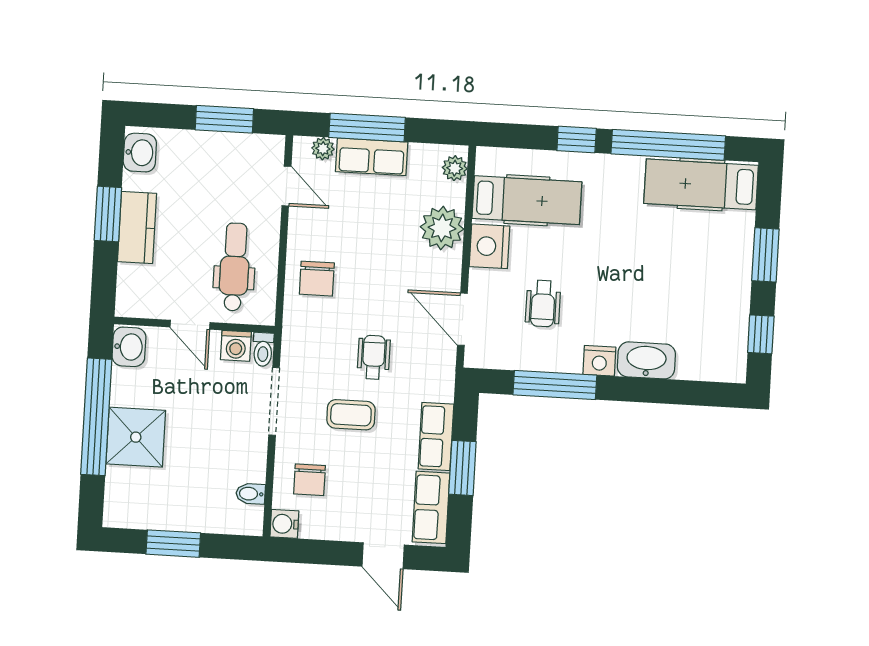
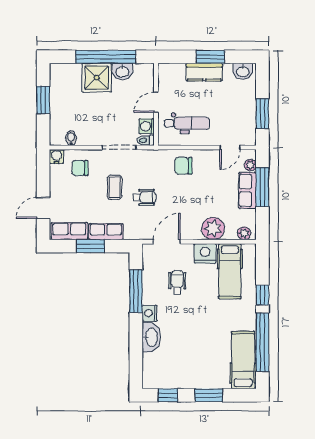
wheelchair: (543, 303) -> (177, 283), turned 90
washbasin: (129, 347) -> (122, 71), moved

